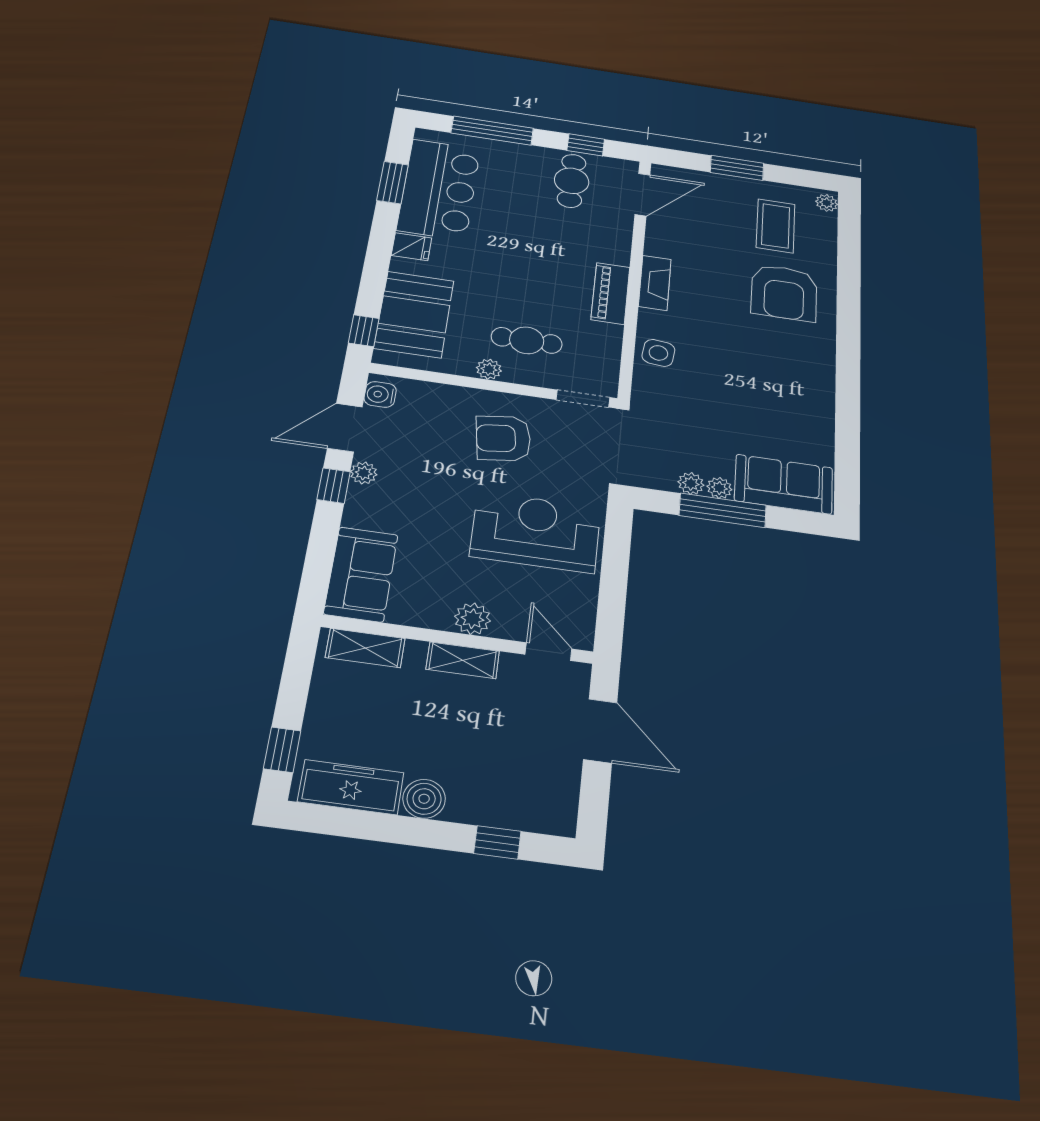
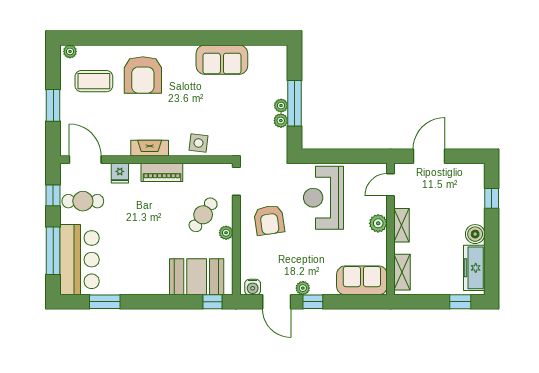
bar counter: (439, 189) -> (79, 260), moved, turned 90
fridge: (411, 247) -> (120, 173), moved, turned 180
armchair: (784, 293) -> (143, 75), turned 90
cafe table: (527, 340) -> (203, 215), turned 35
sofa: (784, 484) -> (222, 60), moved, turned -90

